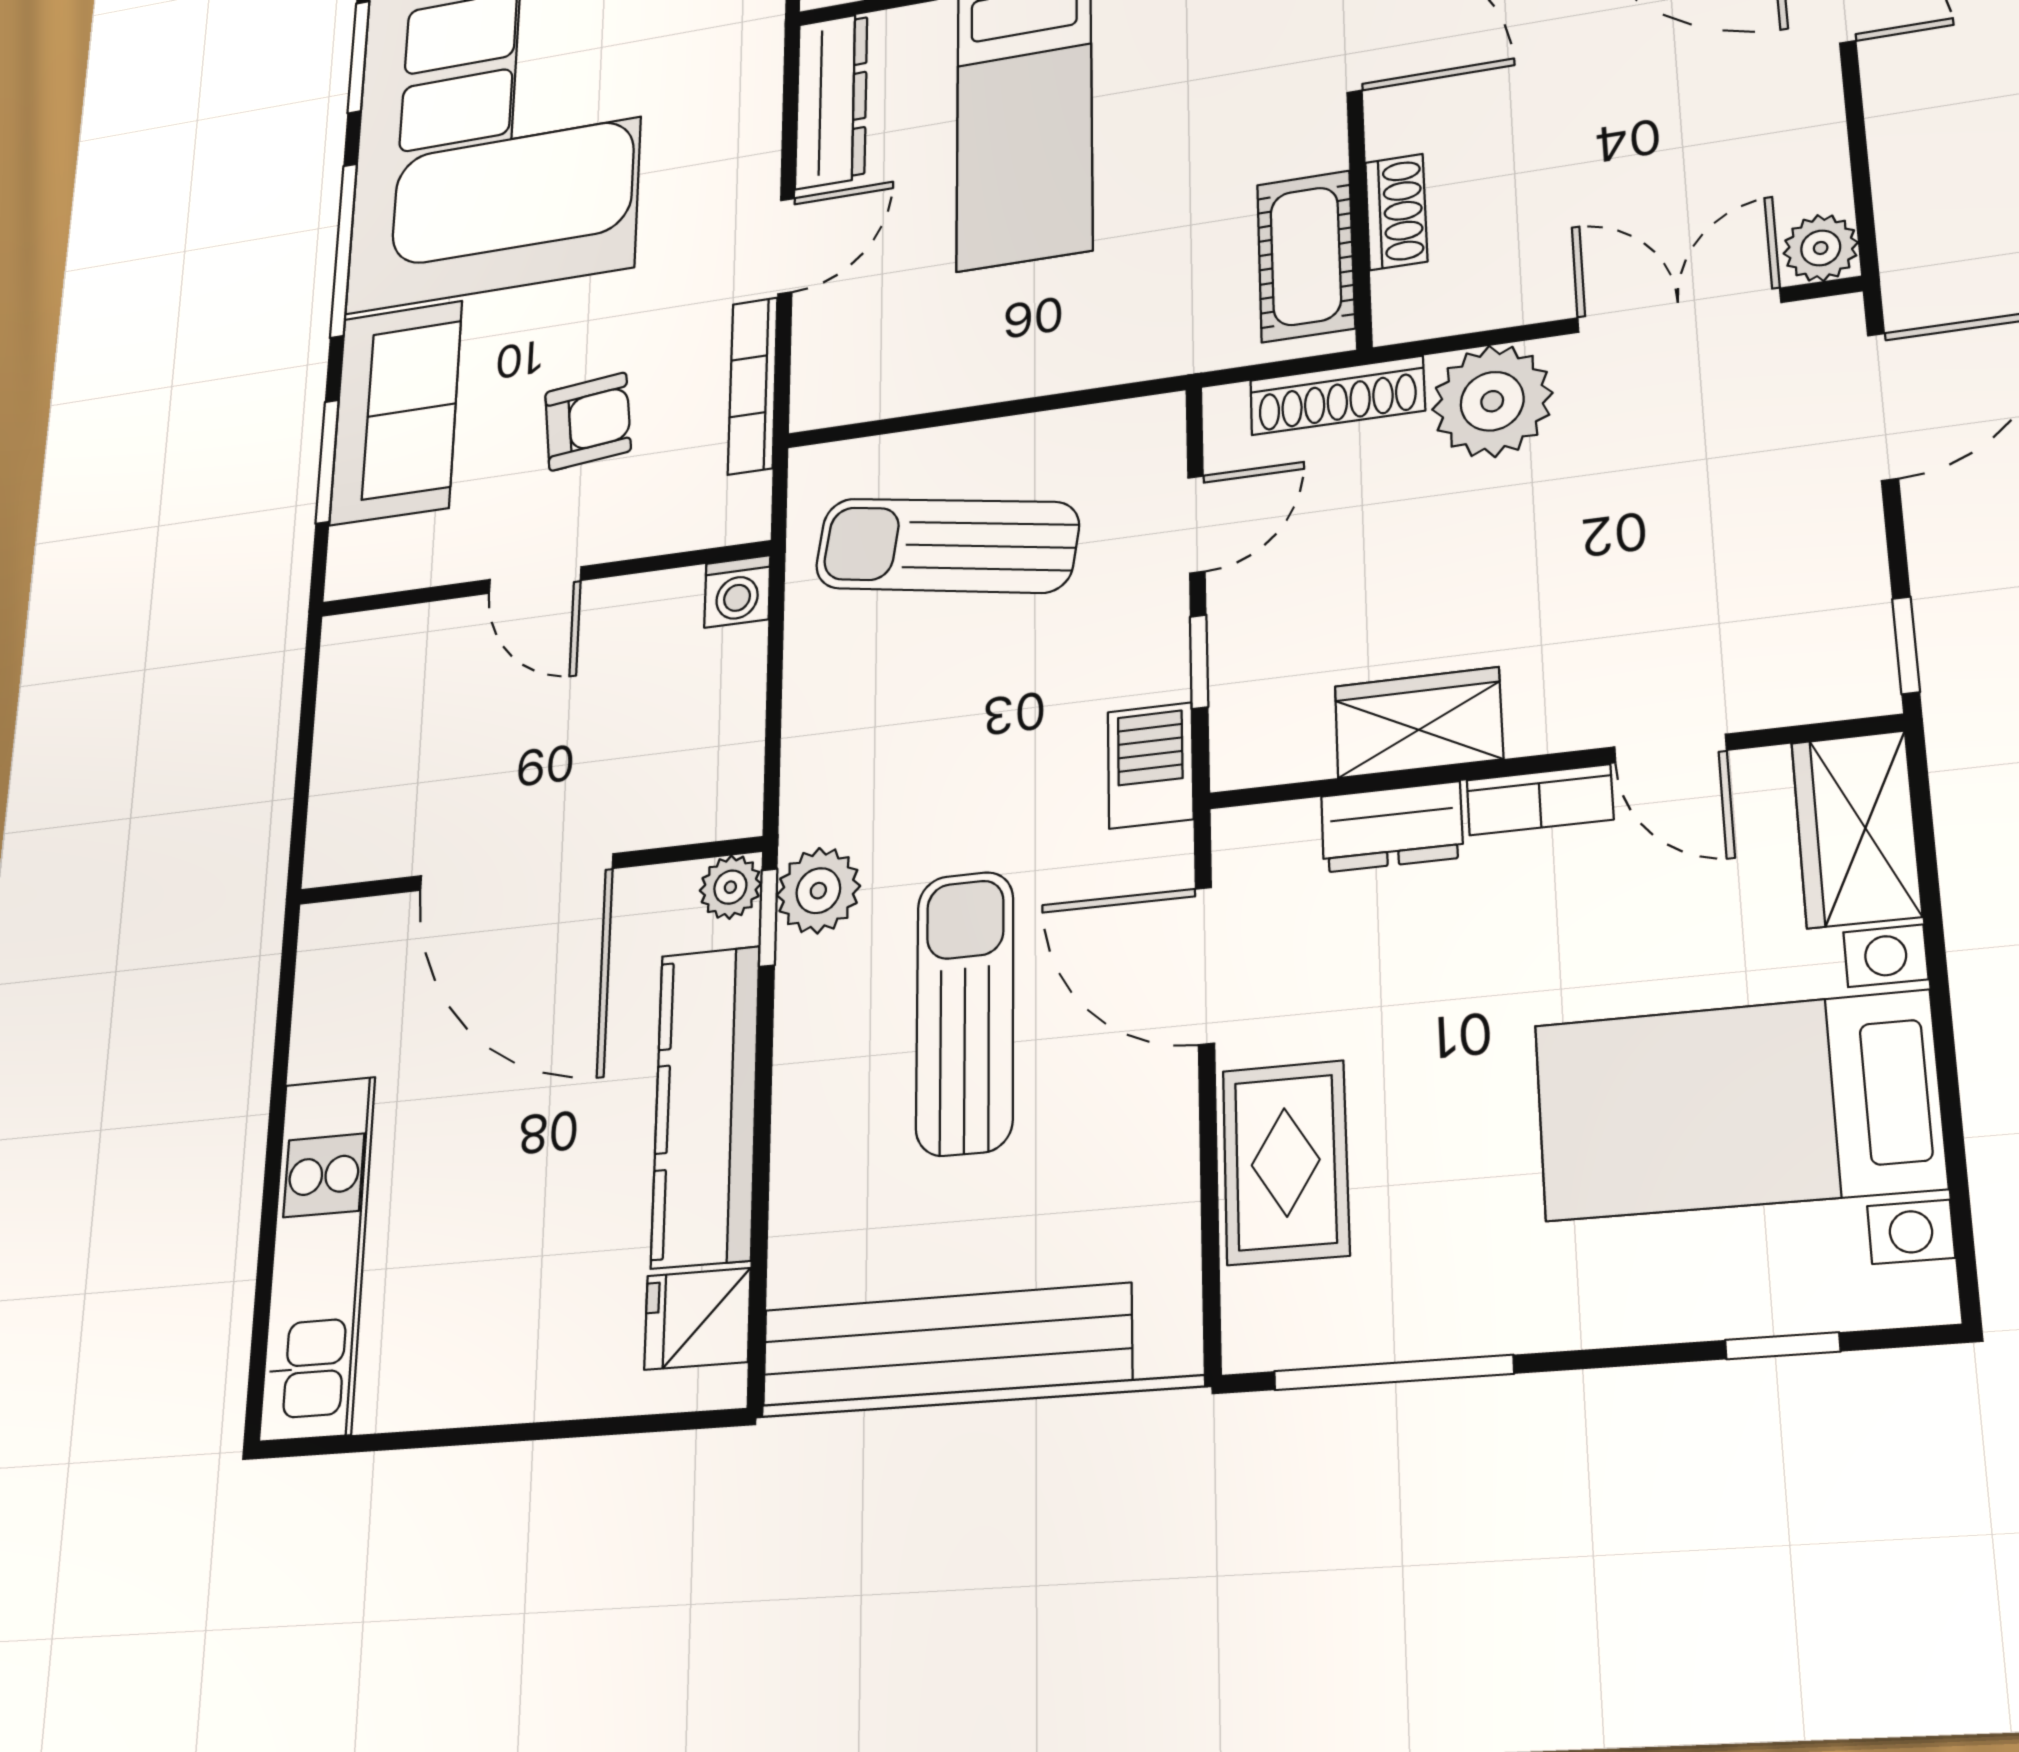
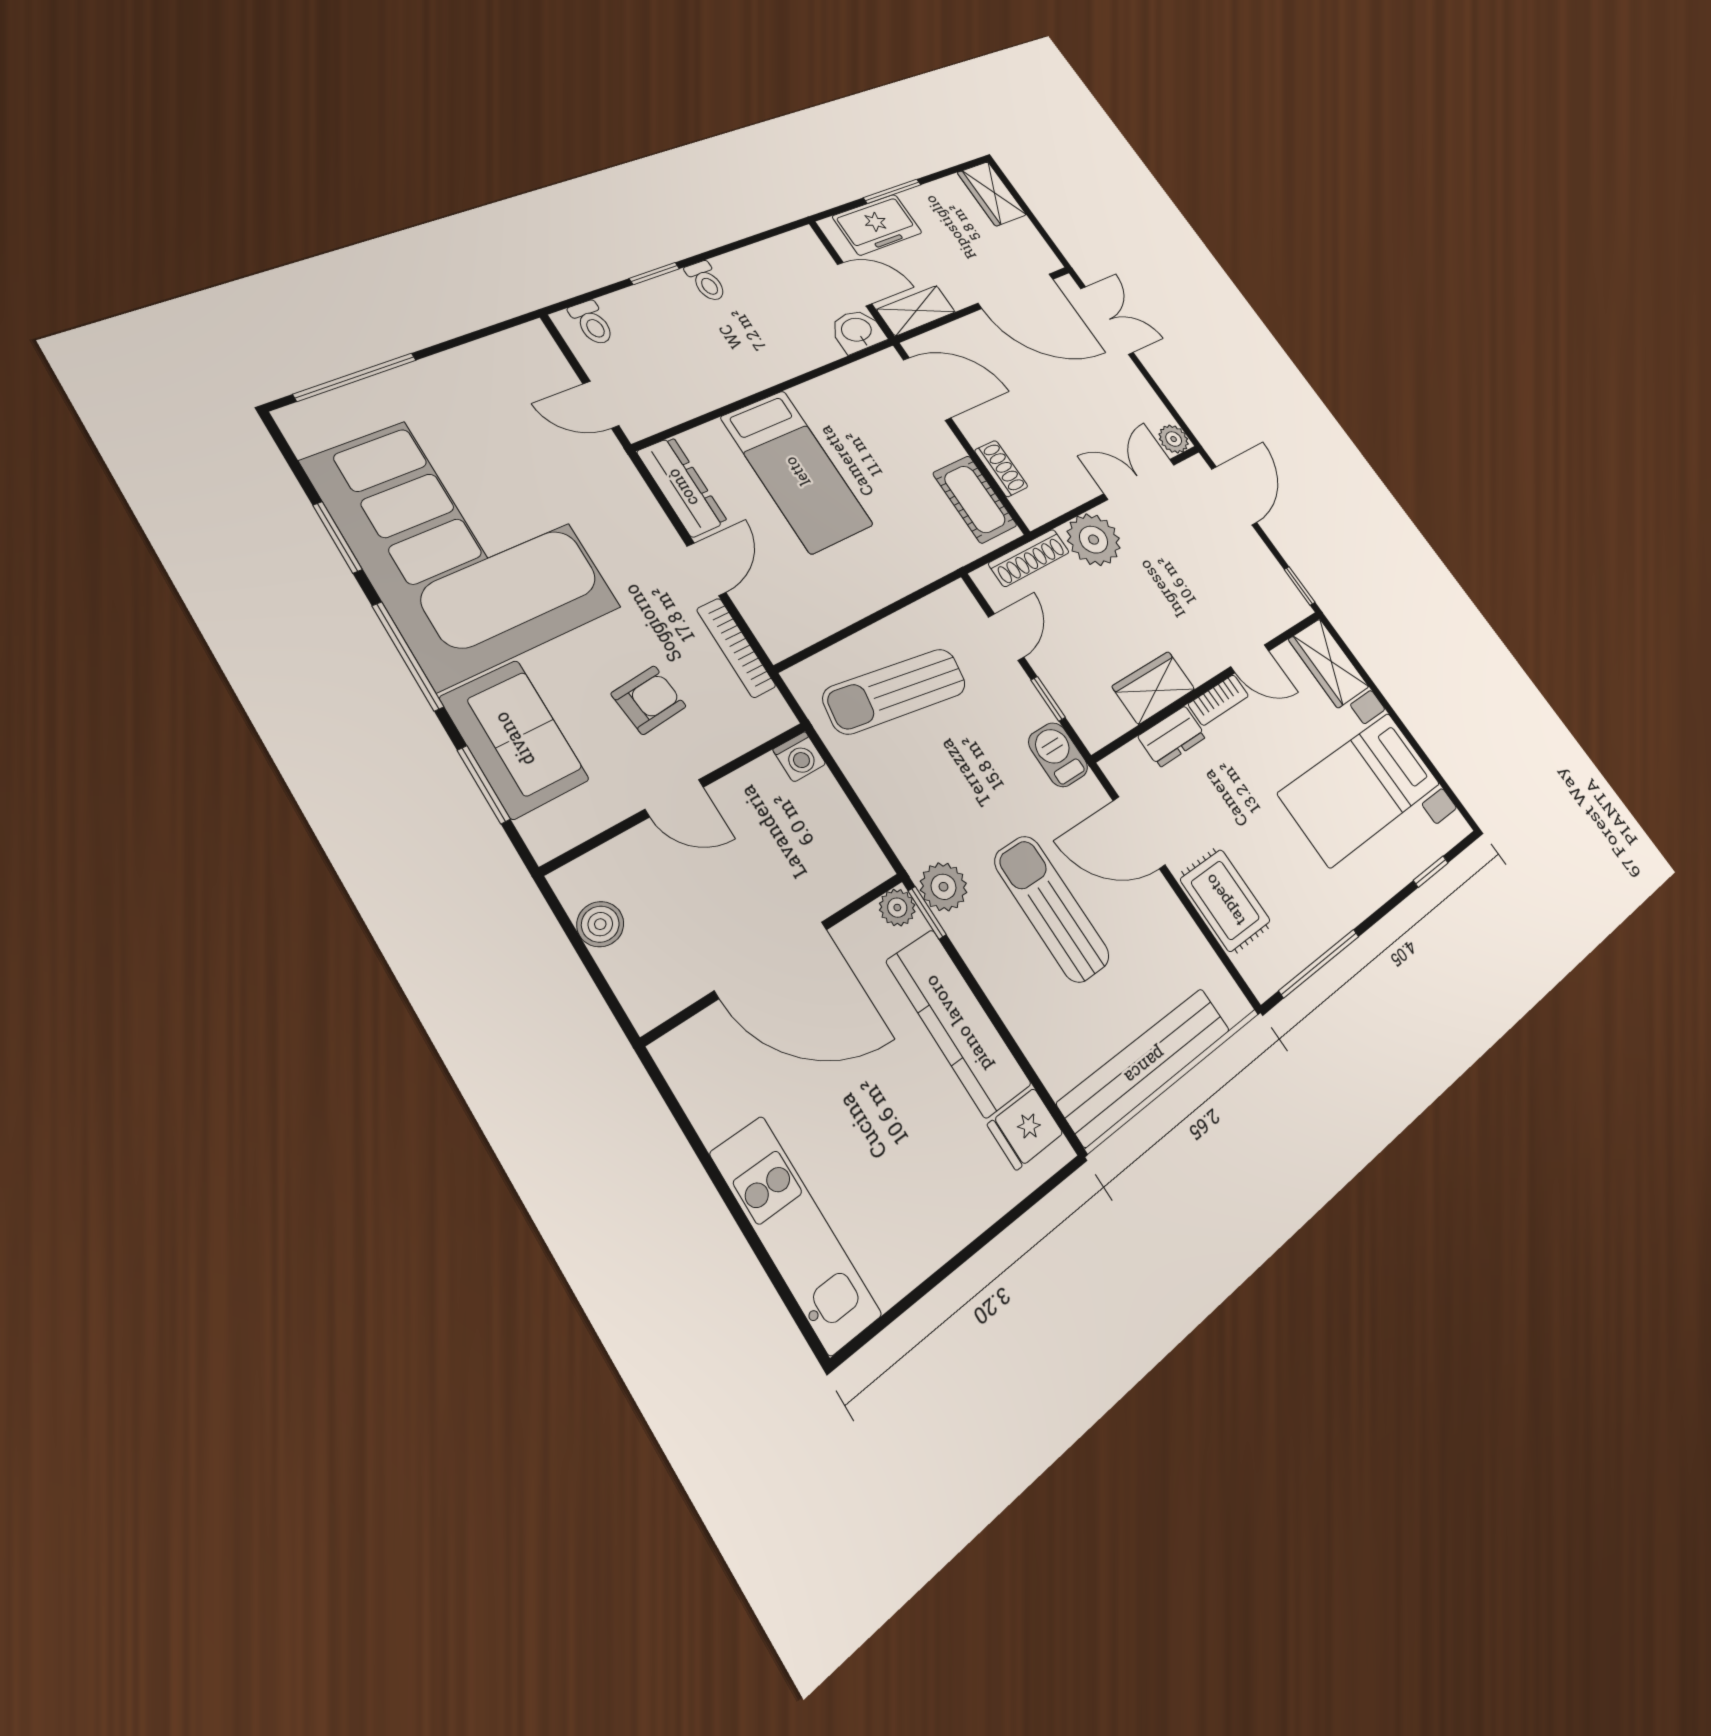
boiler: (346, 714) -> (600, 924), added

